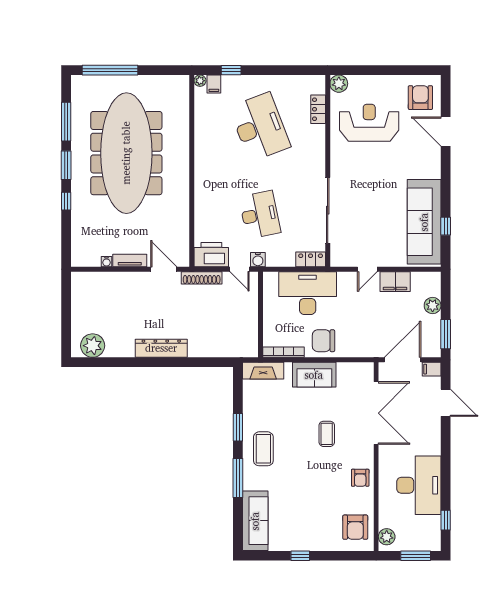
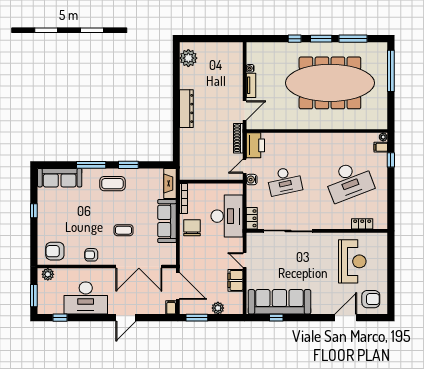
plant: (339, 84) -> (381, 239), removed
sofa: (314, 375) -> (167, 221), width x1.36
door: (446, 403) -> (126, 318), moved

